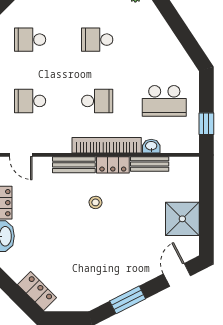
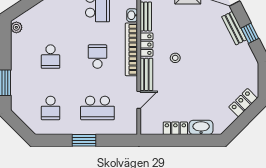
school desk: (30, 101) -> (97, 108), width x1.85
door: (21, 155) -> (139, 100), moved
bench: (134, 279) -> (234, 28), added
window: (128, 300) -> (250, 33), width x0.67

